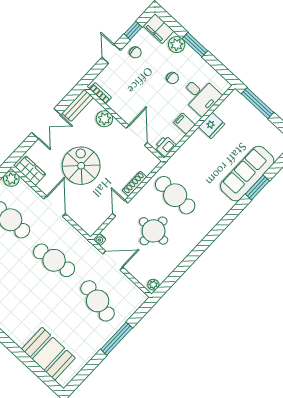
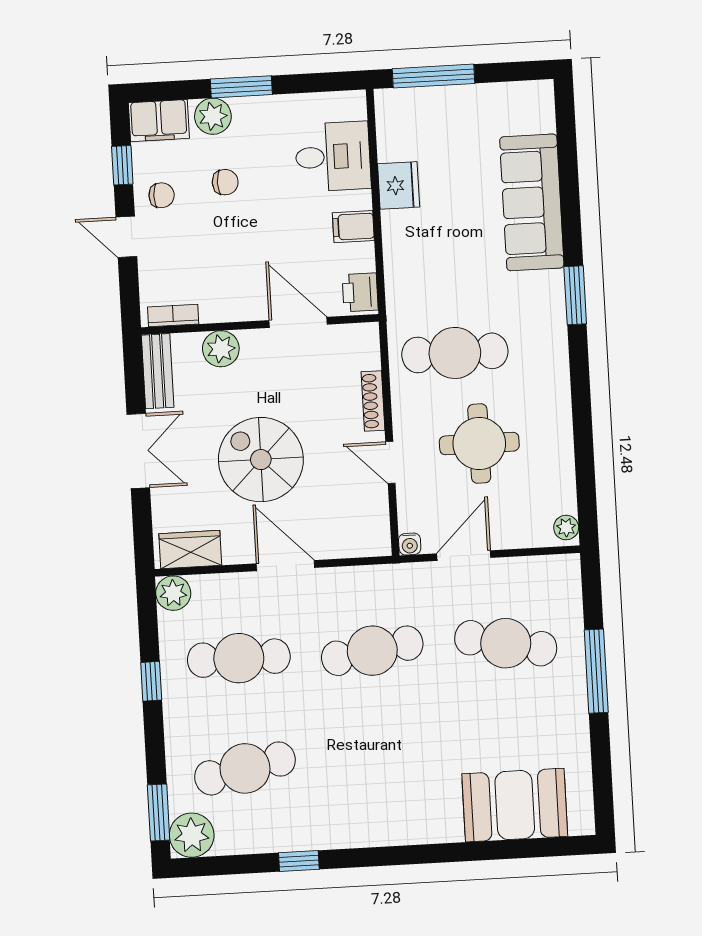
chair: (173, 78) -> (225, 182), moved
window: (257, 188) -> (575, 295), moved

